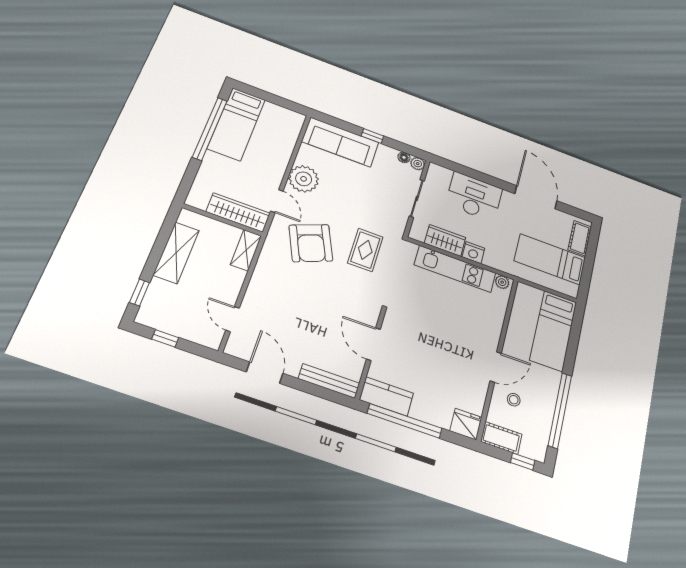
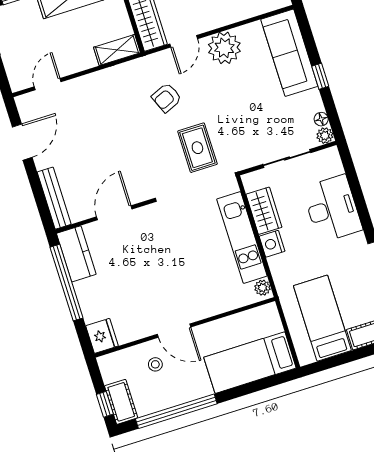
armchair: (311, 243) -> (167, 98), width x0.53, depth x0.53
rug: (365, 250) -> (197, 148), turned 90
cot: (501, 438) -> (121, 402), moved

